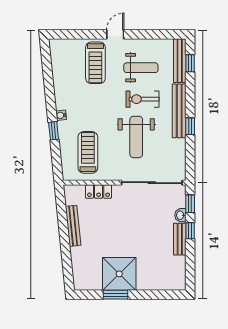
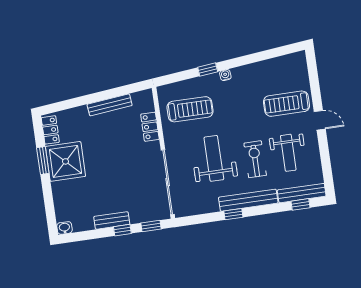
weight bench: (136, 137) -> (214, 158), turned 90
washbasin: (180, 215) -> (64, 228), moved
locker: (88, 284) -> (50, 130), added

